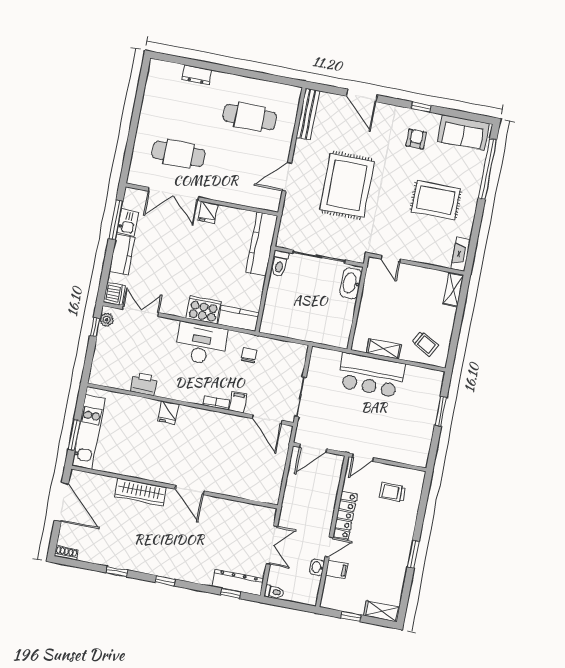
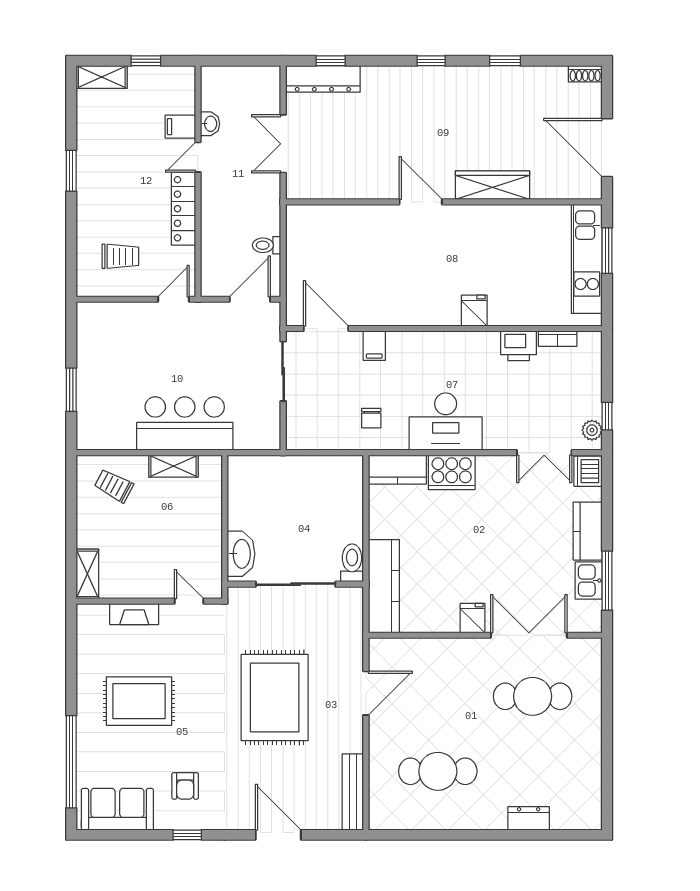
fireplace: (461, 254) -> (134, 614), moved, turned 90
bookcase: (216, 403) -> (558, 339), moved
toilet: (274, 592) -> (267, 245), moved

